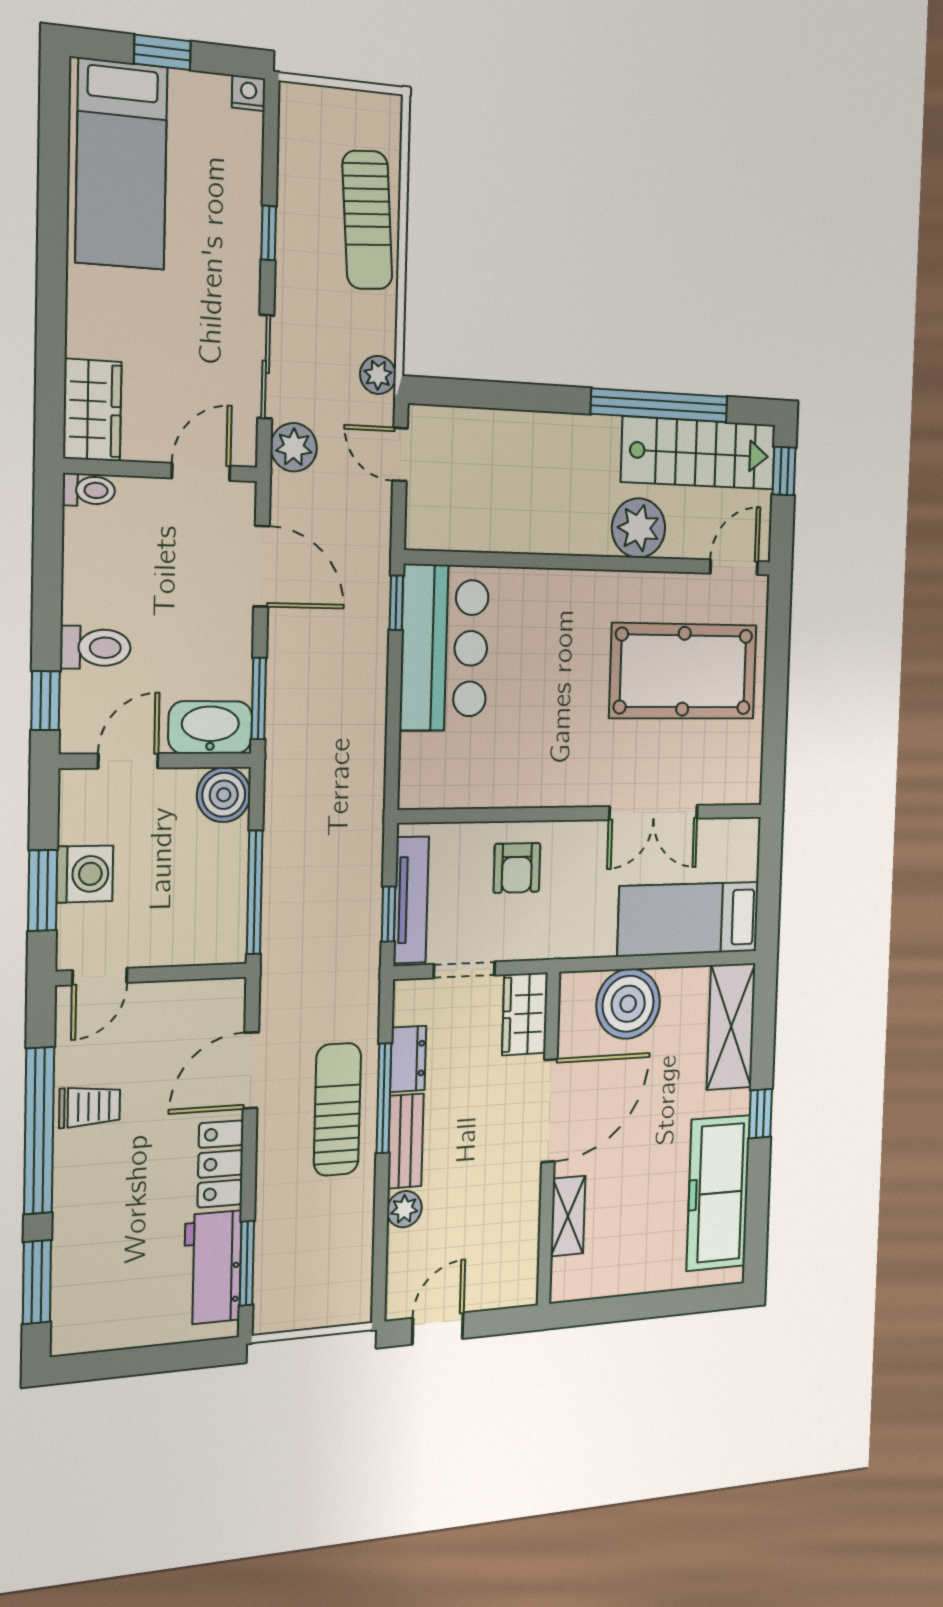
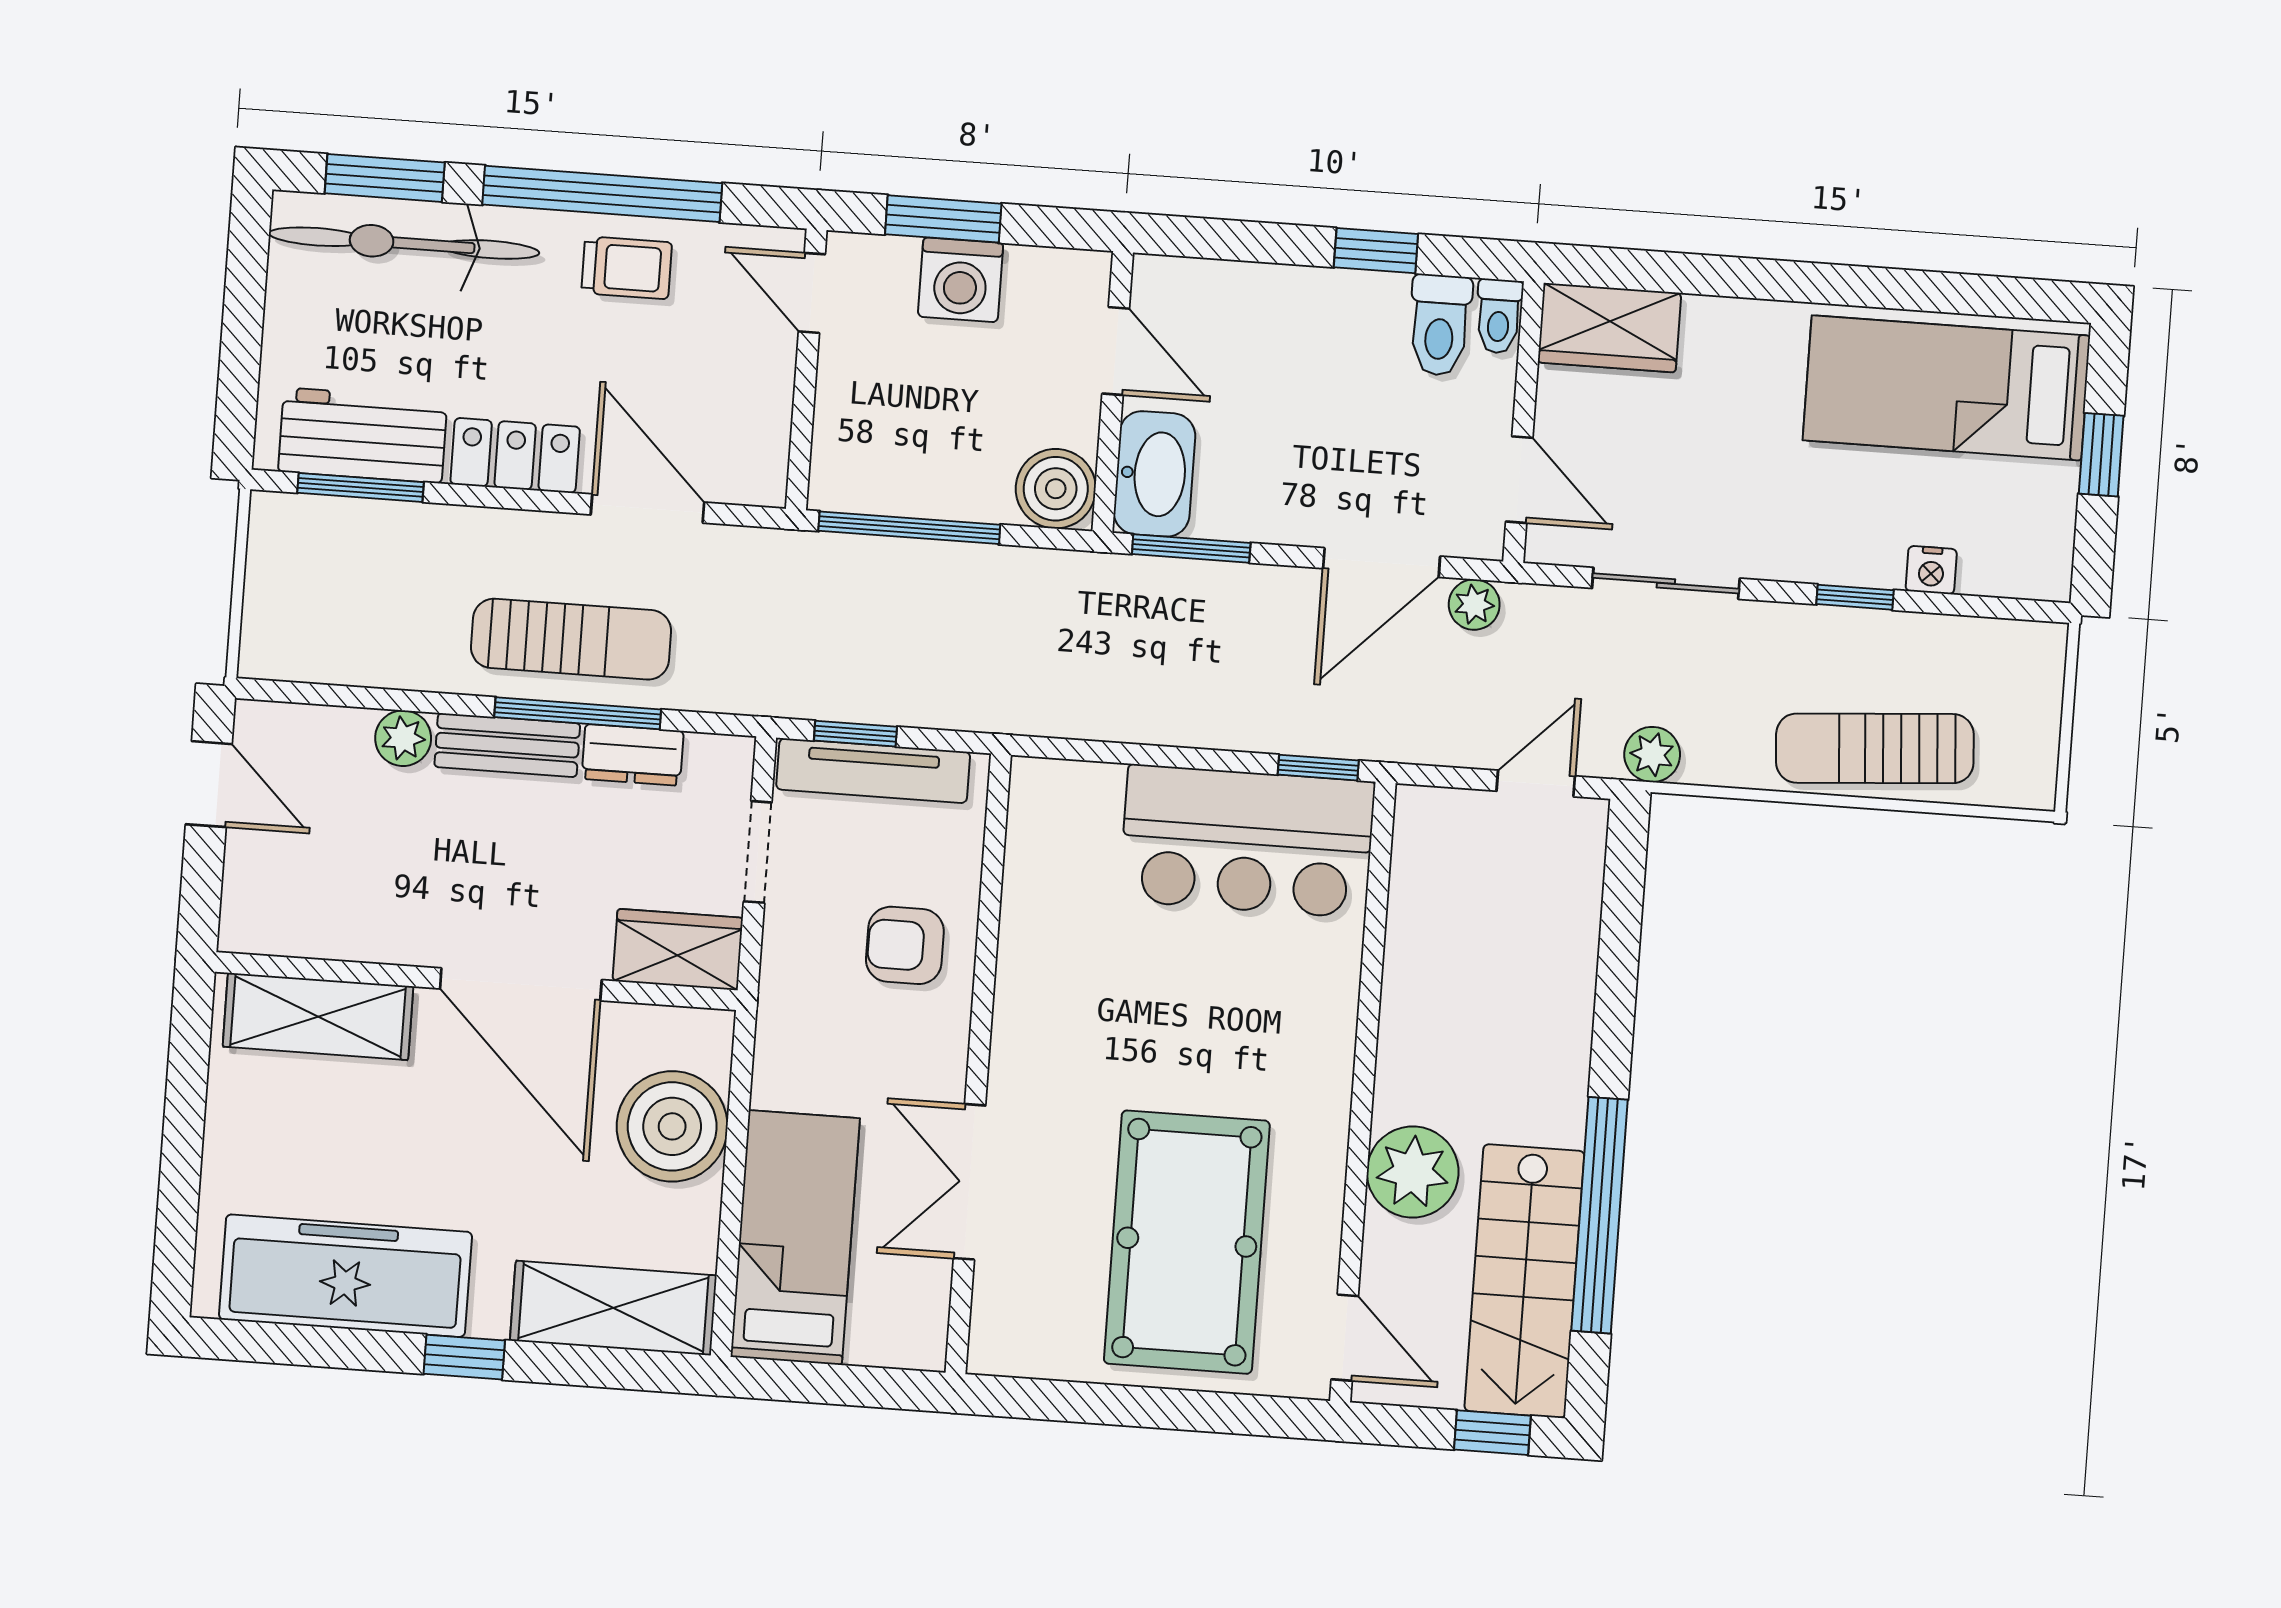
nightstand: (249, 93) -> (1931, 570), moved, turned 90
plant: (294, 447) -> (1474, 605), moved, width x0.73, depth x0.73
toilet: (95, 648) -> (1440, 325), moved
window: (45, 701) -> (1376, 251), moved
trolley: (90, 1107) -> (627, 268), turned -90
shelving: (568, 1216) -> (318, 1017), width x1.50, depth x1.33
bicycle: (81, 1261) -> (404, 243), added

